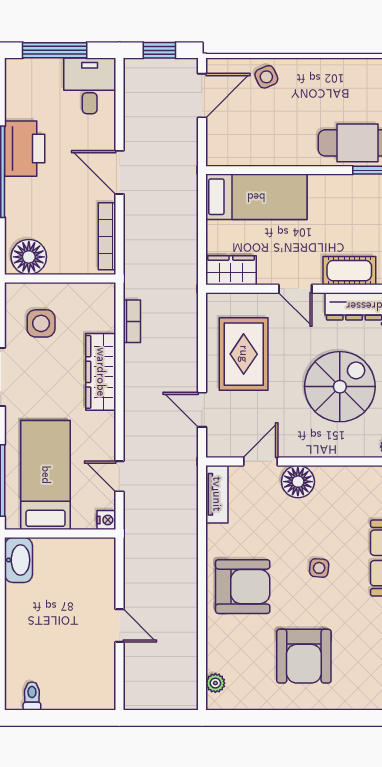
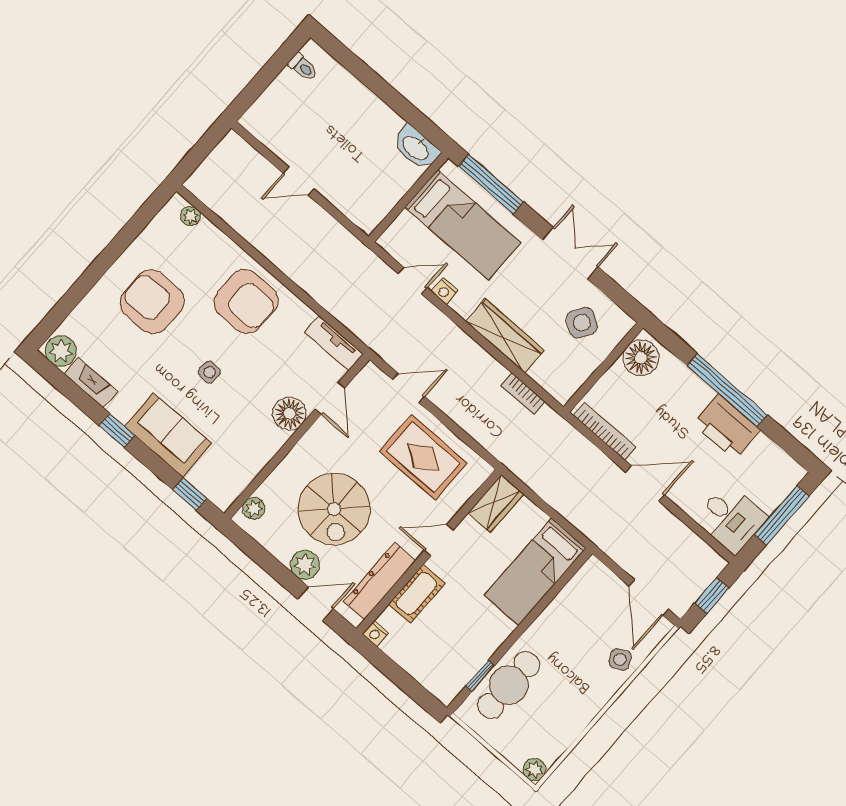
side table: (41, 323) -> (582, 323), turned 30
nightstand: (106, 520) -> (445, 291), moved
armchair: (243, 587) -> (246, 301), turned -90

